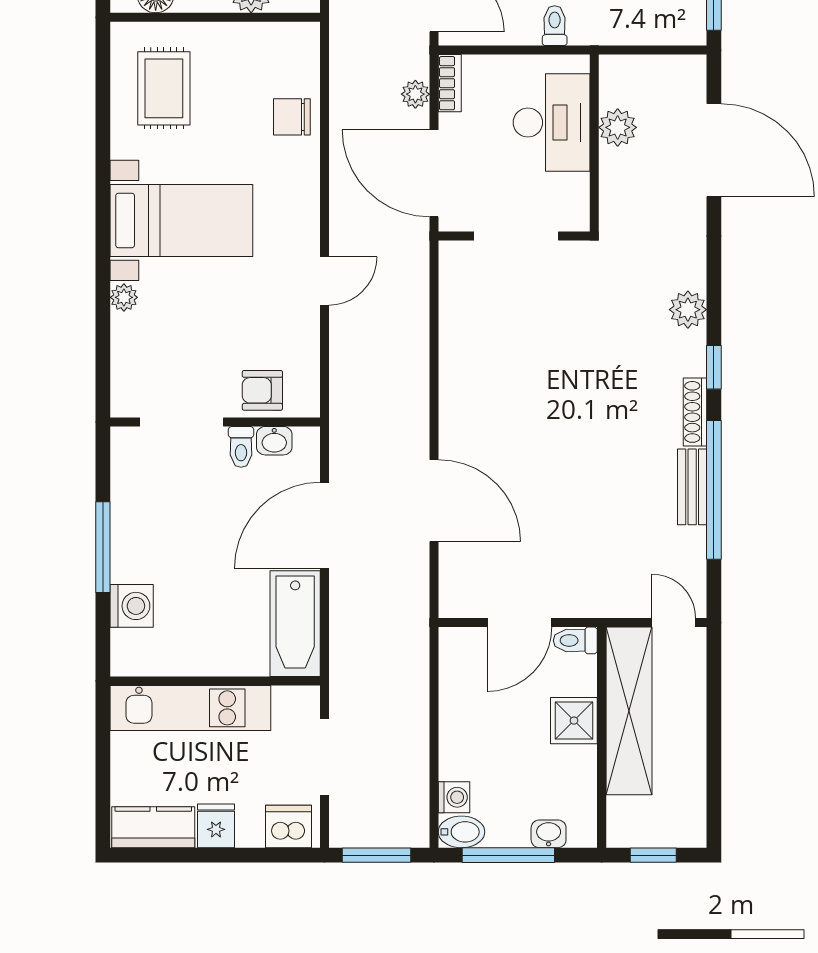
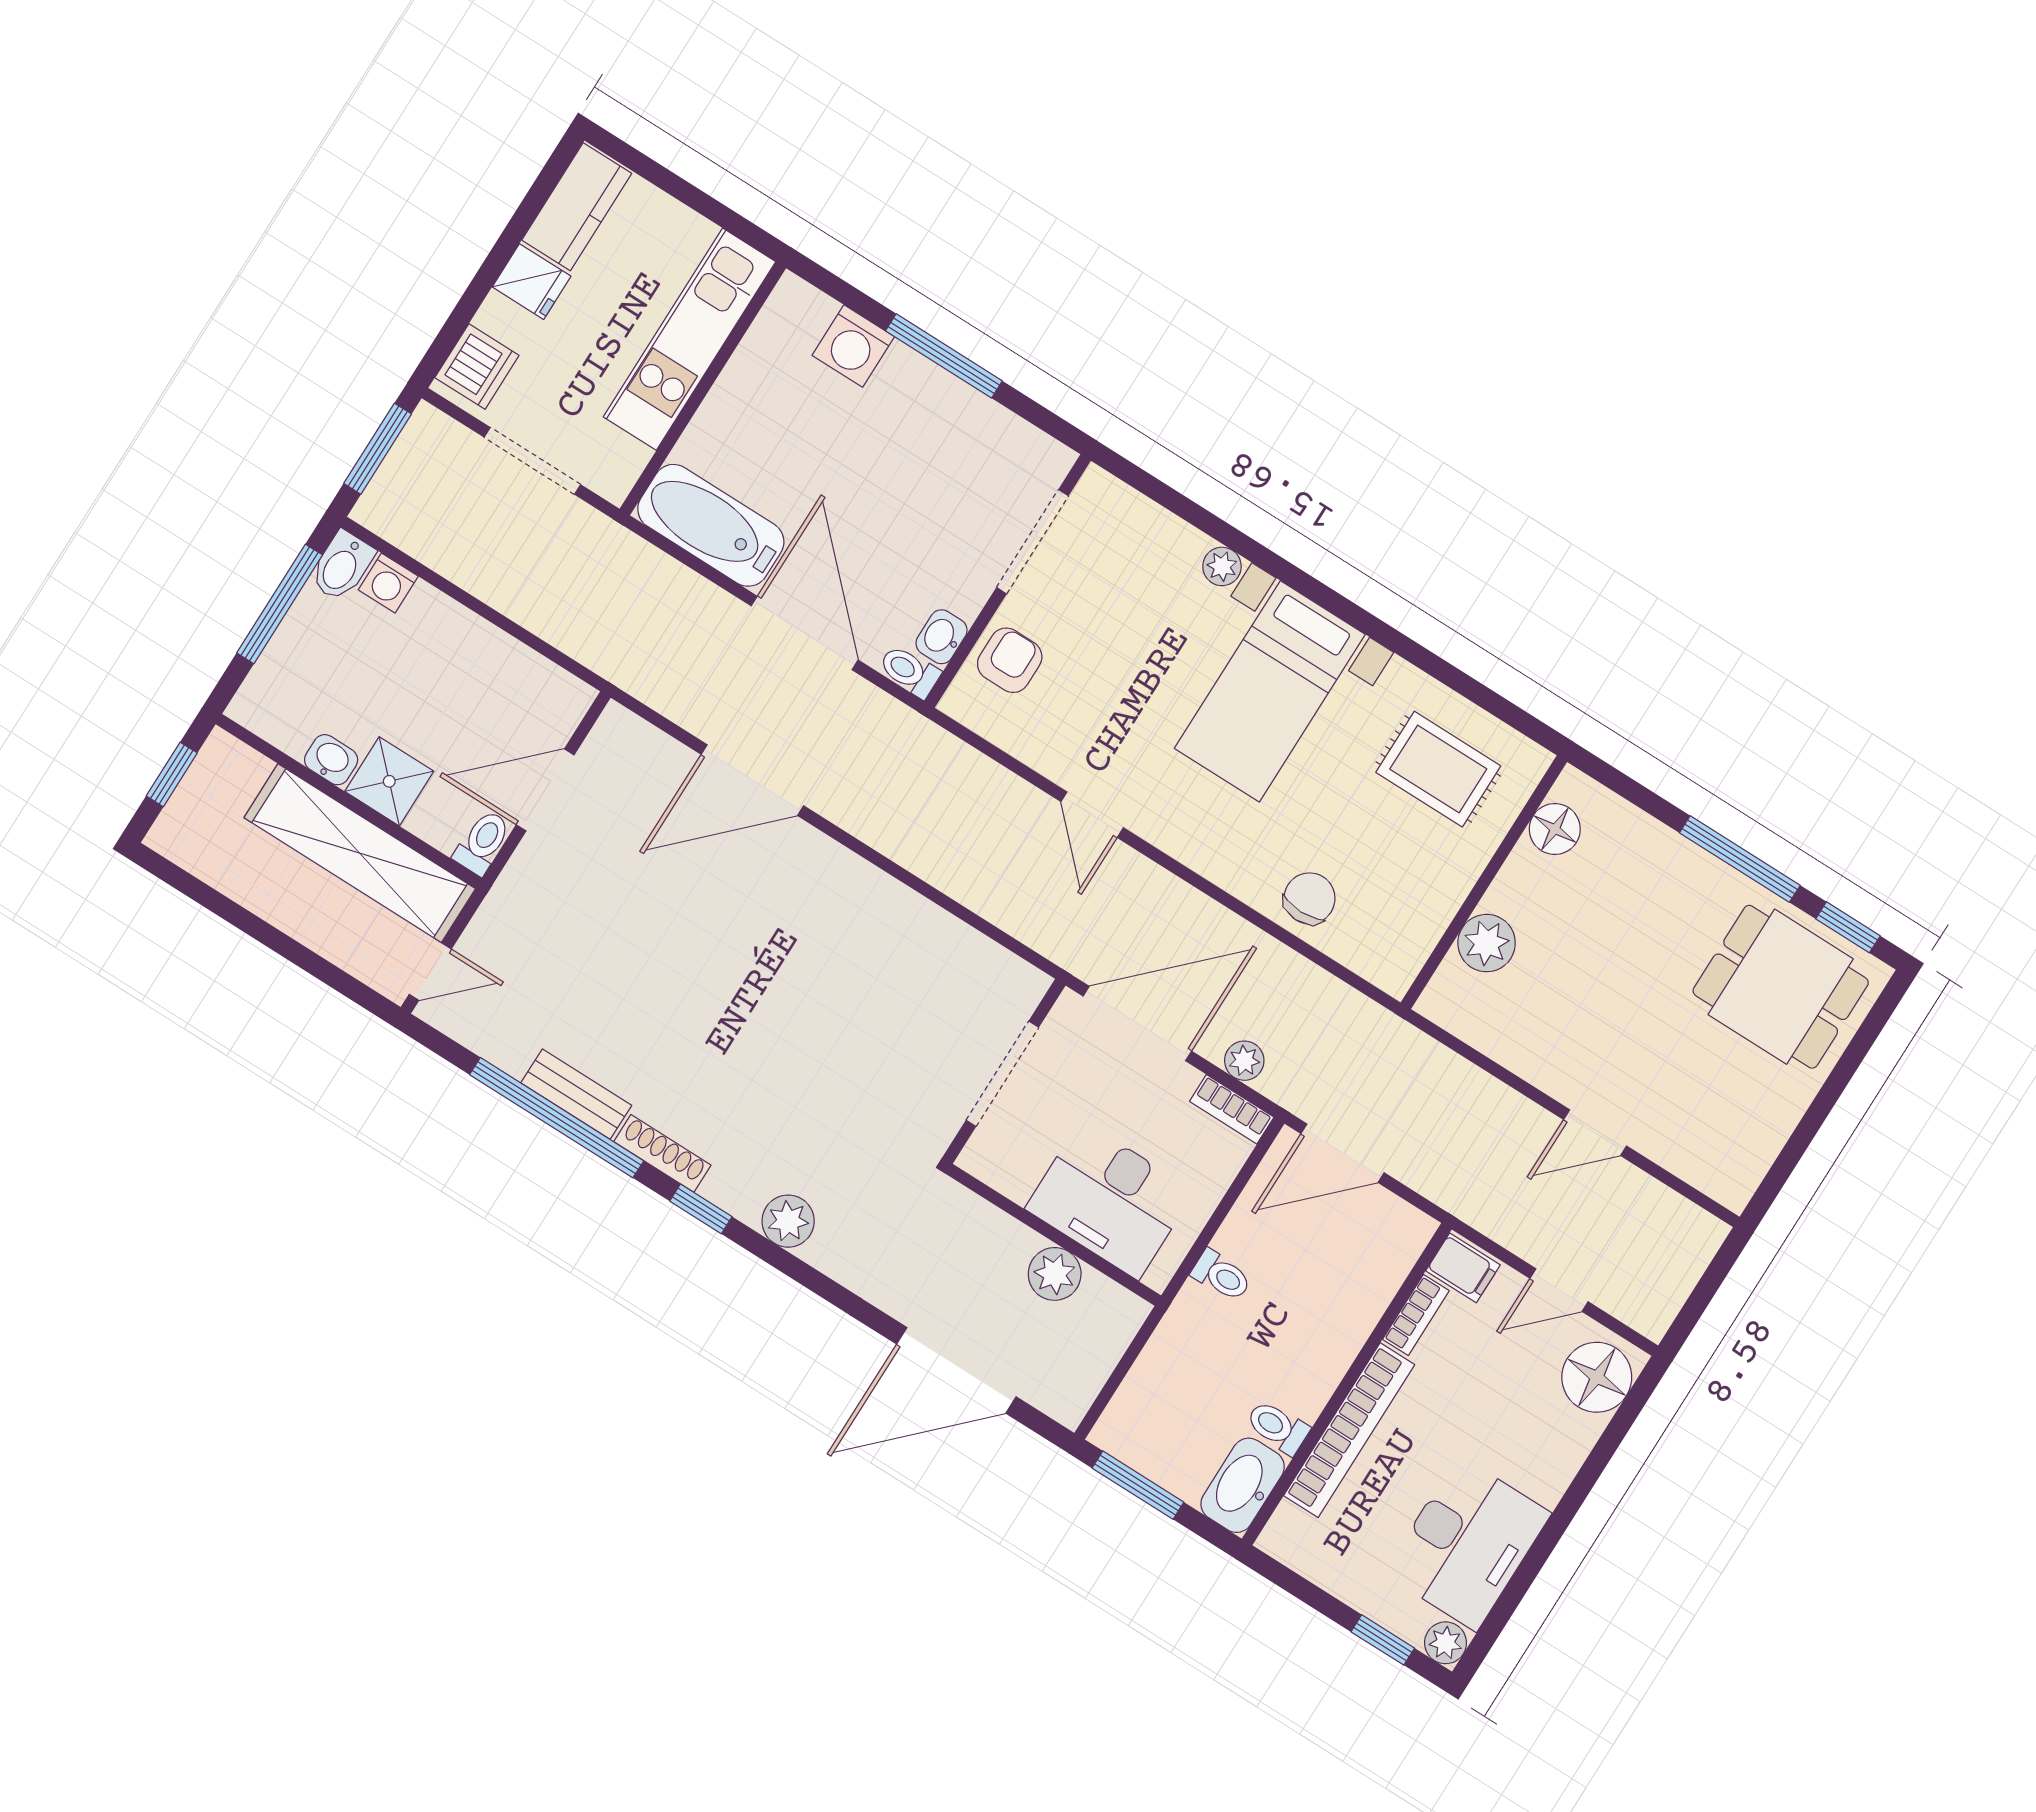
toilet: (241, 447) -> (909, 671), moved
door: (519, 623) -> (545, 790), hinge flipped
washbasin: (549, 834) -> (331, 760), moved, turned -90

